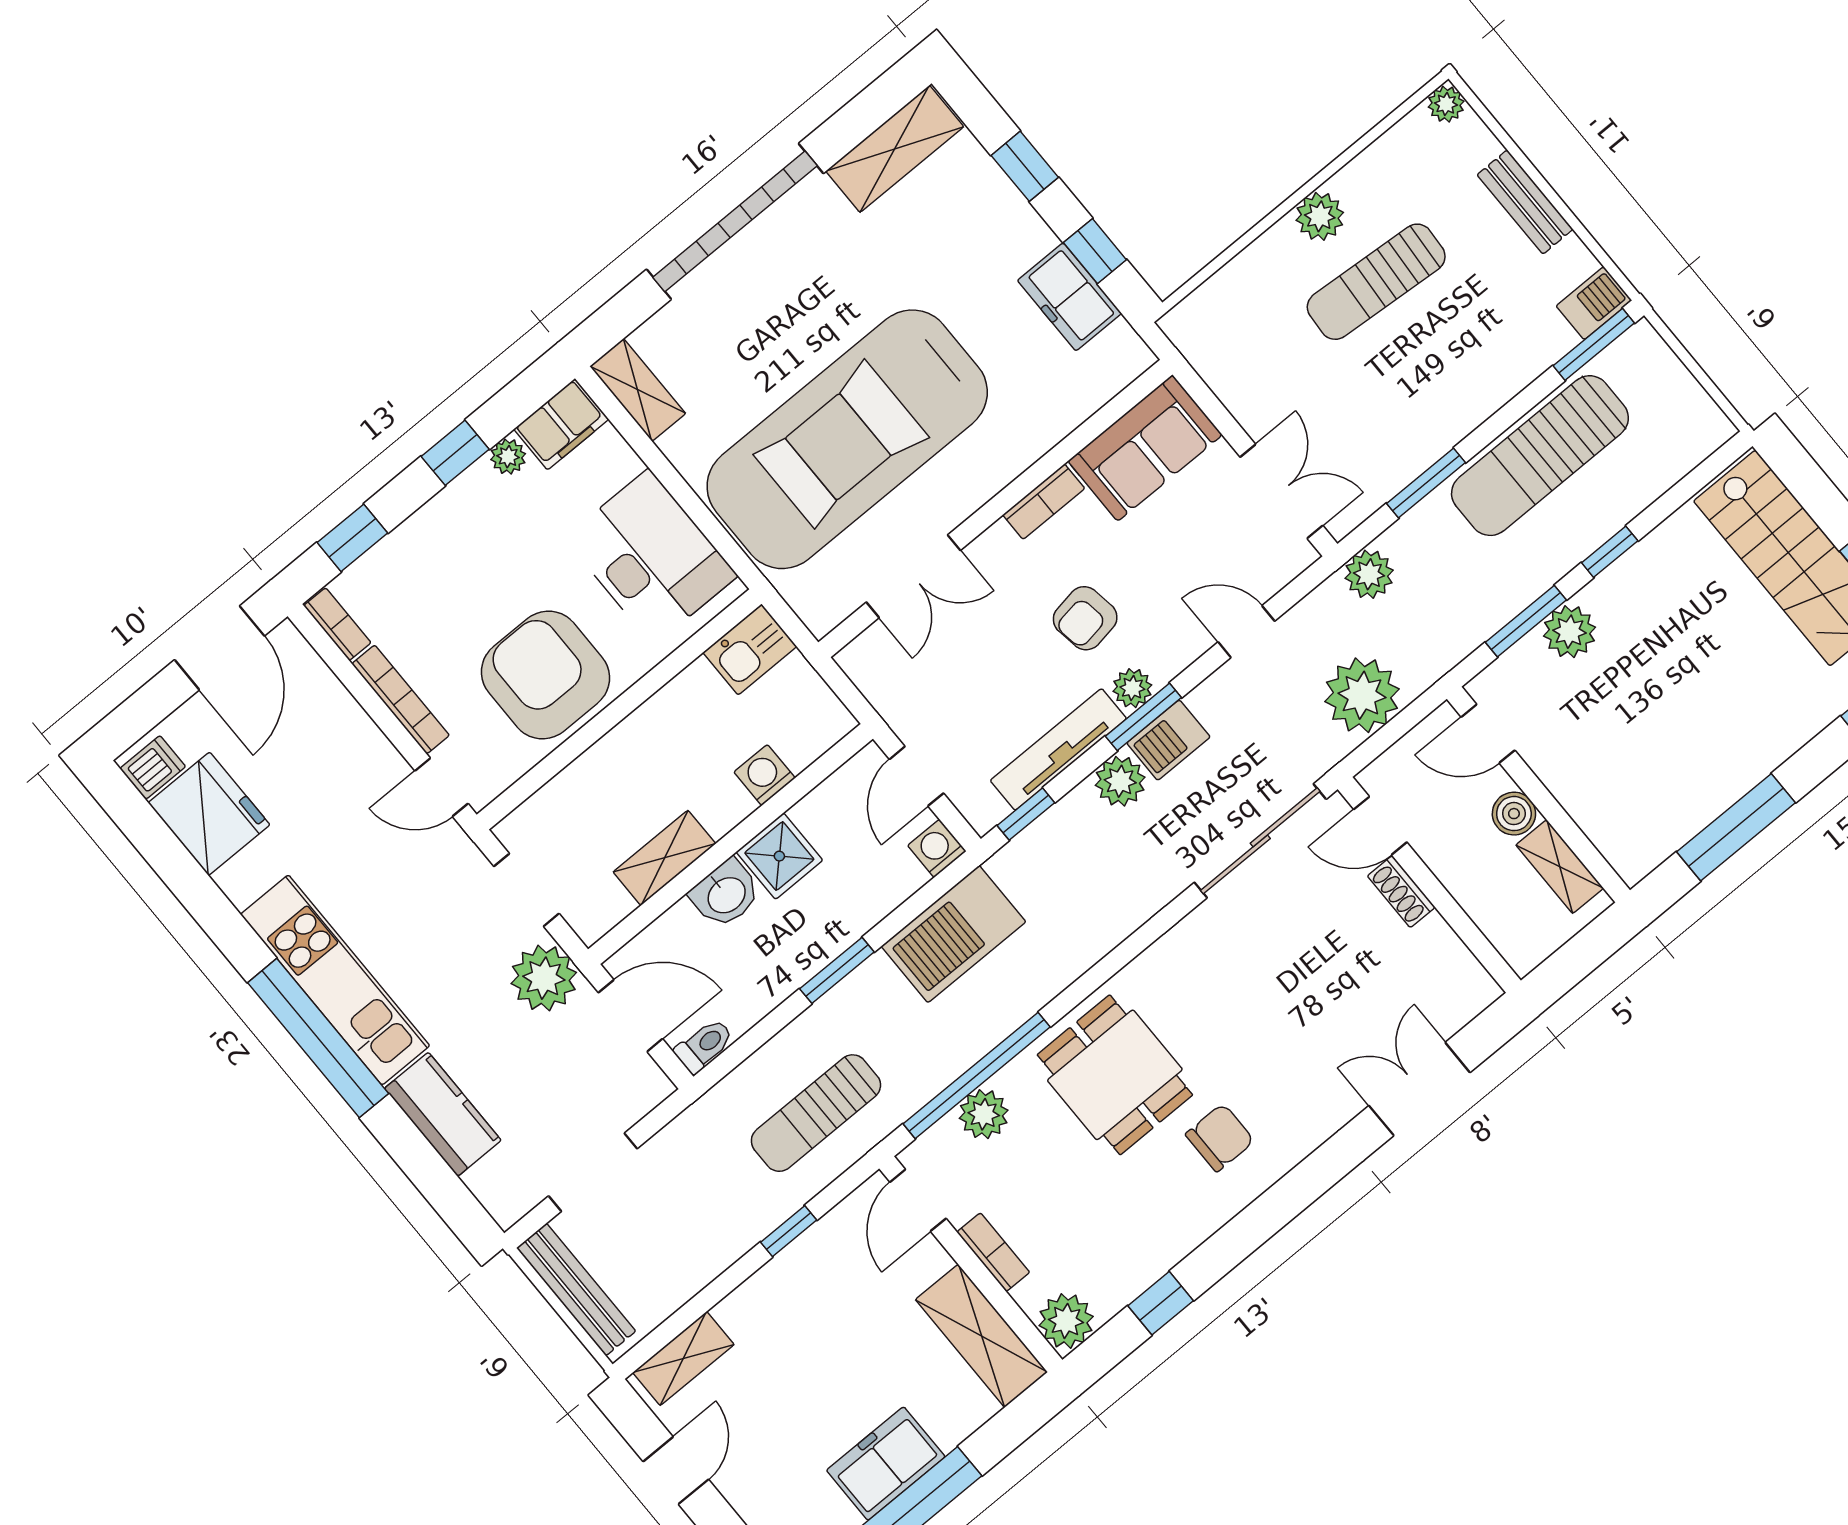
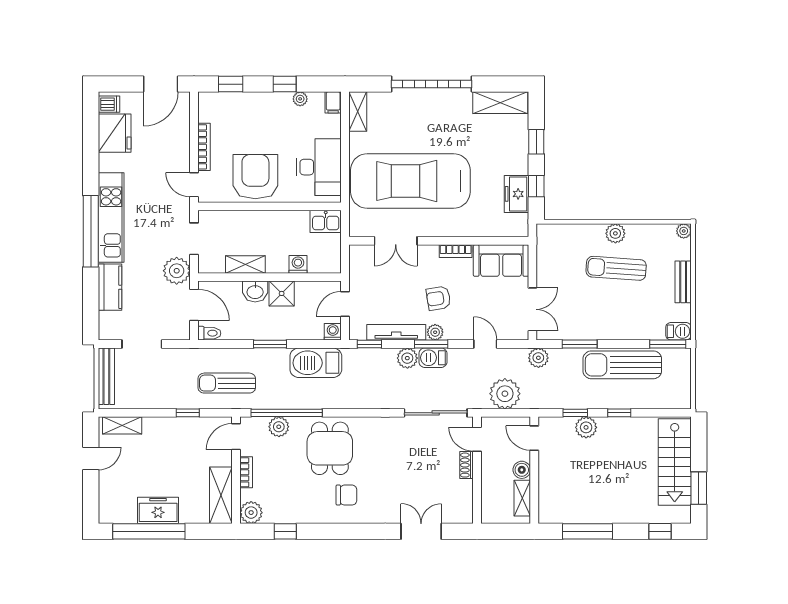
filing cabinet: (561, 424) -> (333, 102), width x0.50
window: (1526, 621) -> (575, 413), width x0.67
bookcase: (337, 624) -> (204, 107), removed

